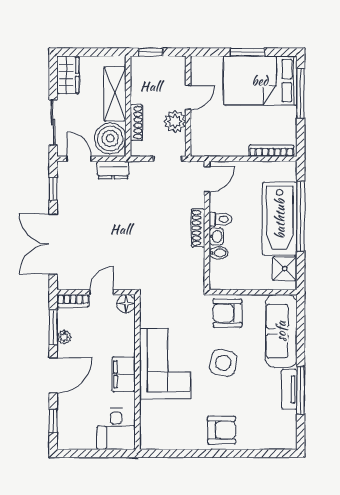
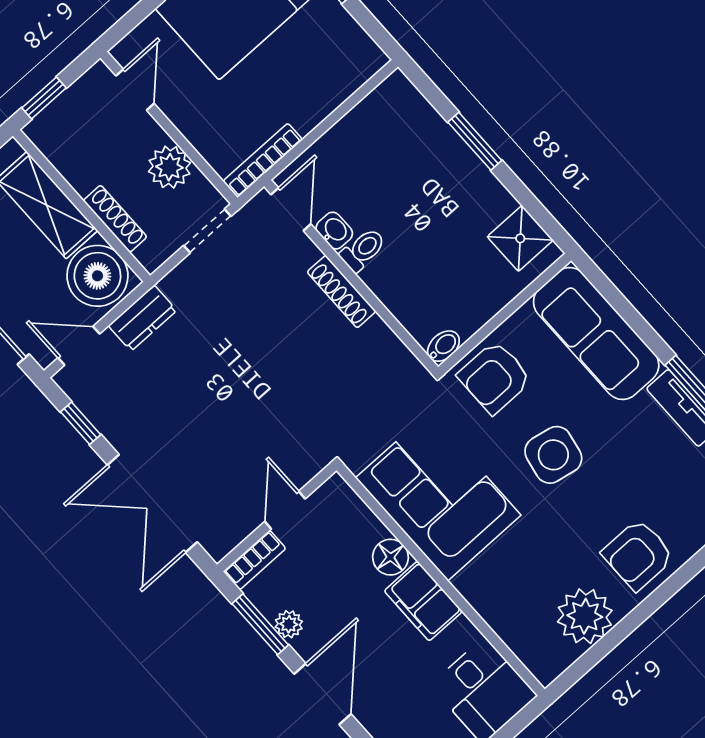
door: (188, 98) -> (135, 90), moved
bookcase: (271, 151) -> (263, 160), moved
window: (301, 216) -> (475, 141), width x0.47
bathtub: (280, 219) -> (448, 172), removed
washbasin: (216, 236) -> (334, 231), moved
bidet: (218, 253) -> (443, 346), moved
floor lamp: (126, 304) -> (390, 557), moved
corner sofa: (165, 364) -> (438, 496), moved
armchair: (222, 430) -> (638, 555), turned 180
plant: (180, 435) -> (585, 616), added

